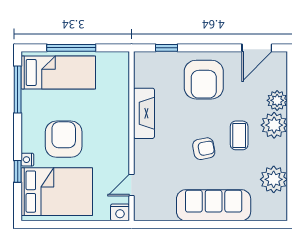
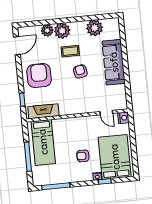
door: (257, 48) -> (17, 46), hinge flipped
bed: (58, 72) -> (43, 142), moved, turned 180
armchair: (204, 80) -> (39, 76), turned -90
fireplace: (144, 113) -> (43, 111), moved
armchair: (64, 139) -> (83, 156), width x0.53, depth x0.53

